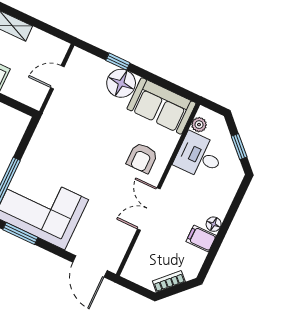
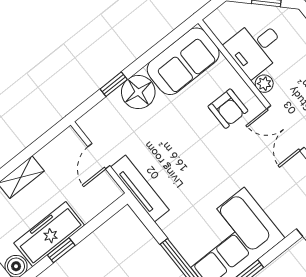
tv unit: (48, 121) -> (140, 189), added
plant: (199, 125) -> (264, 84), moved

